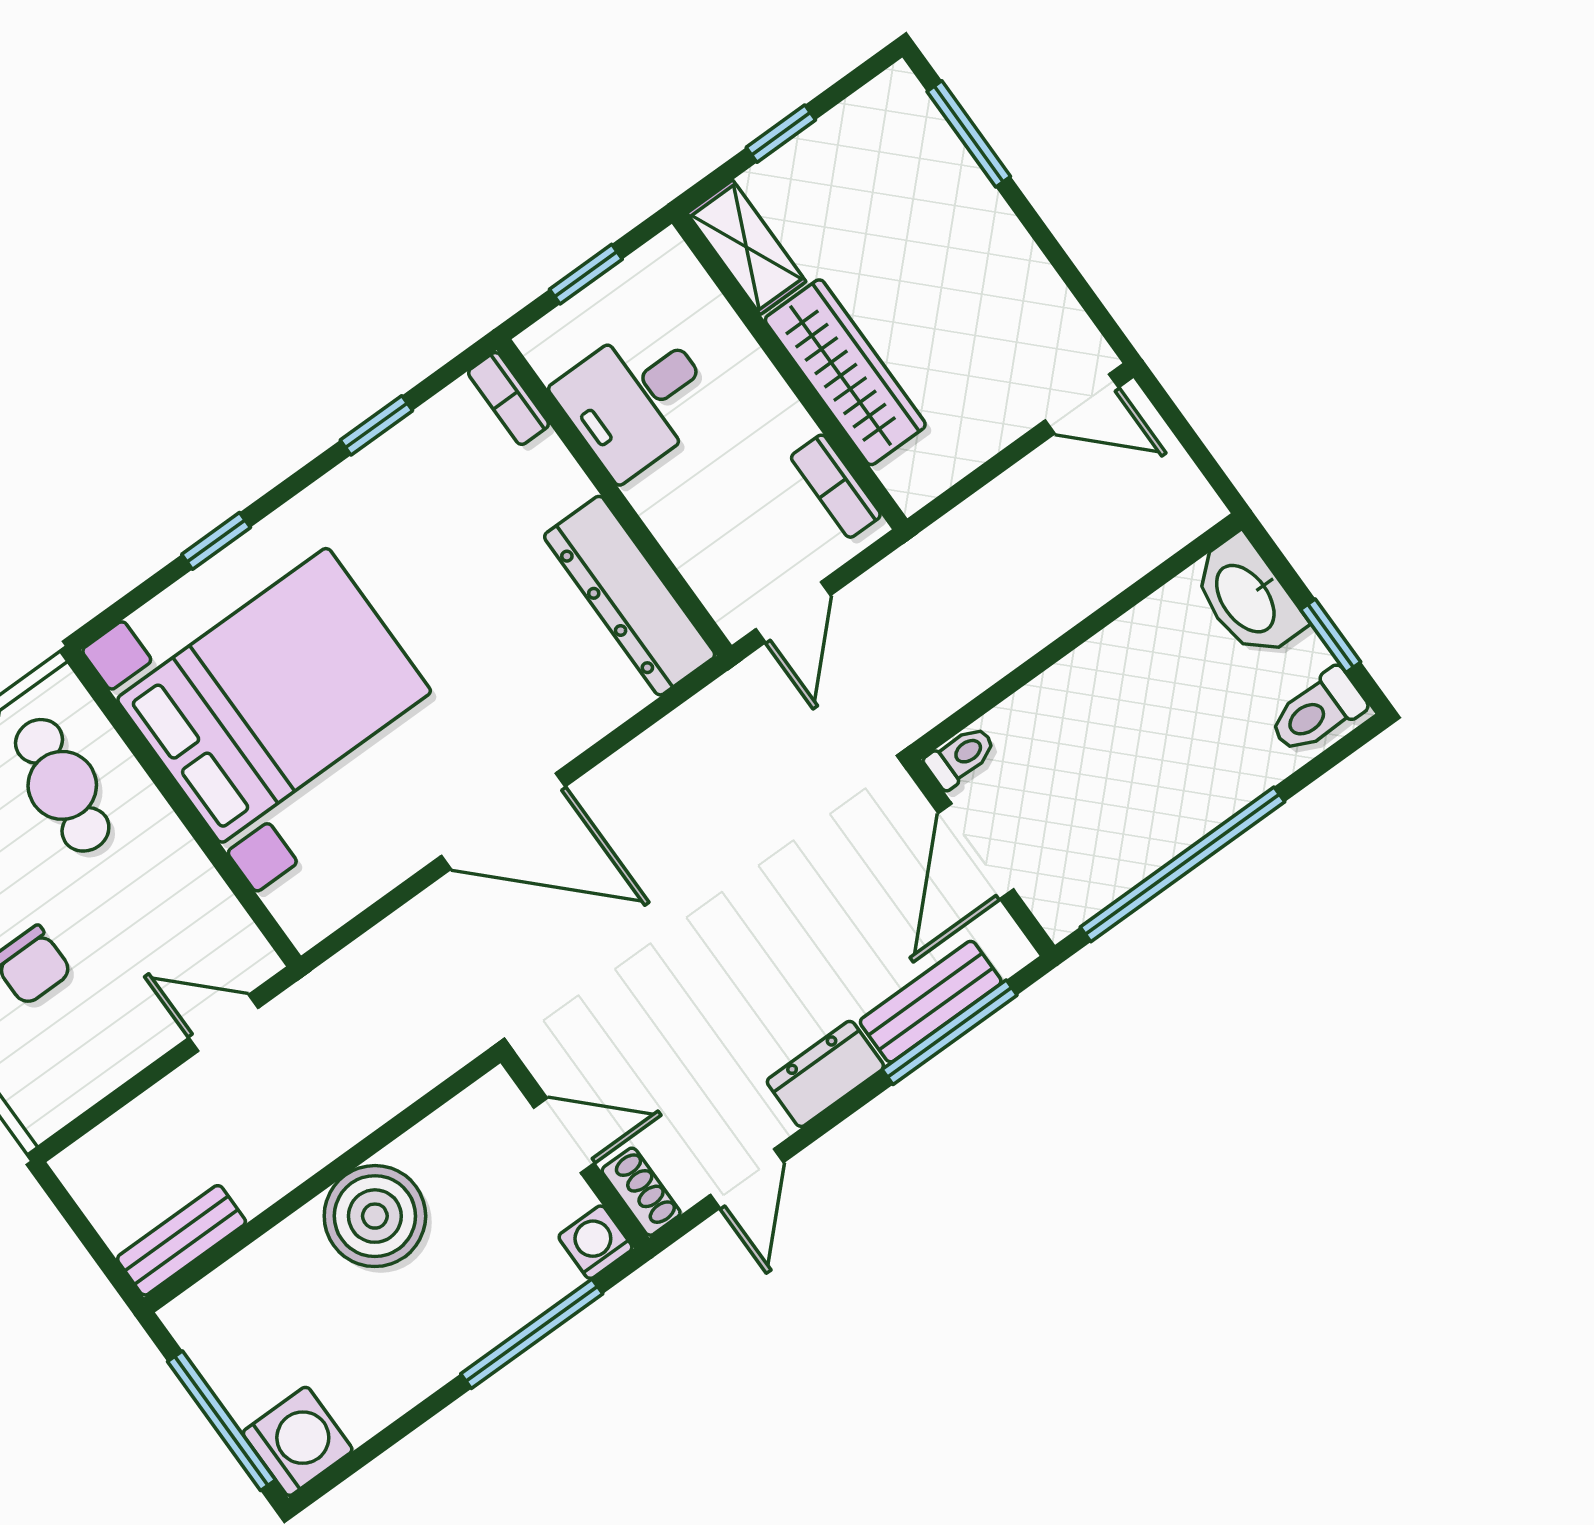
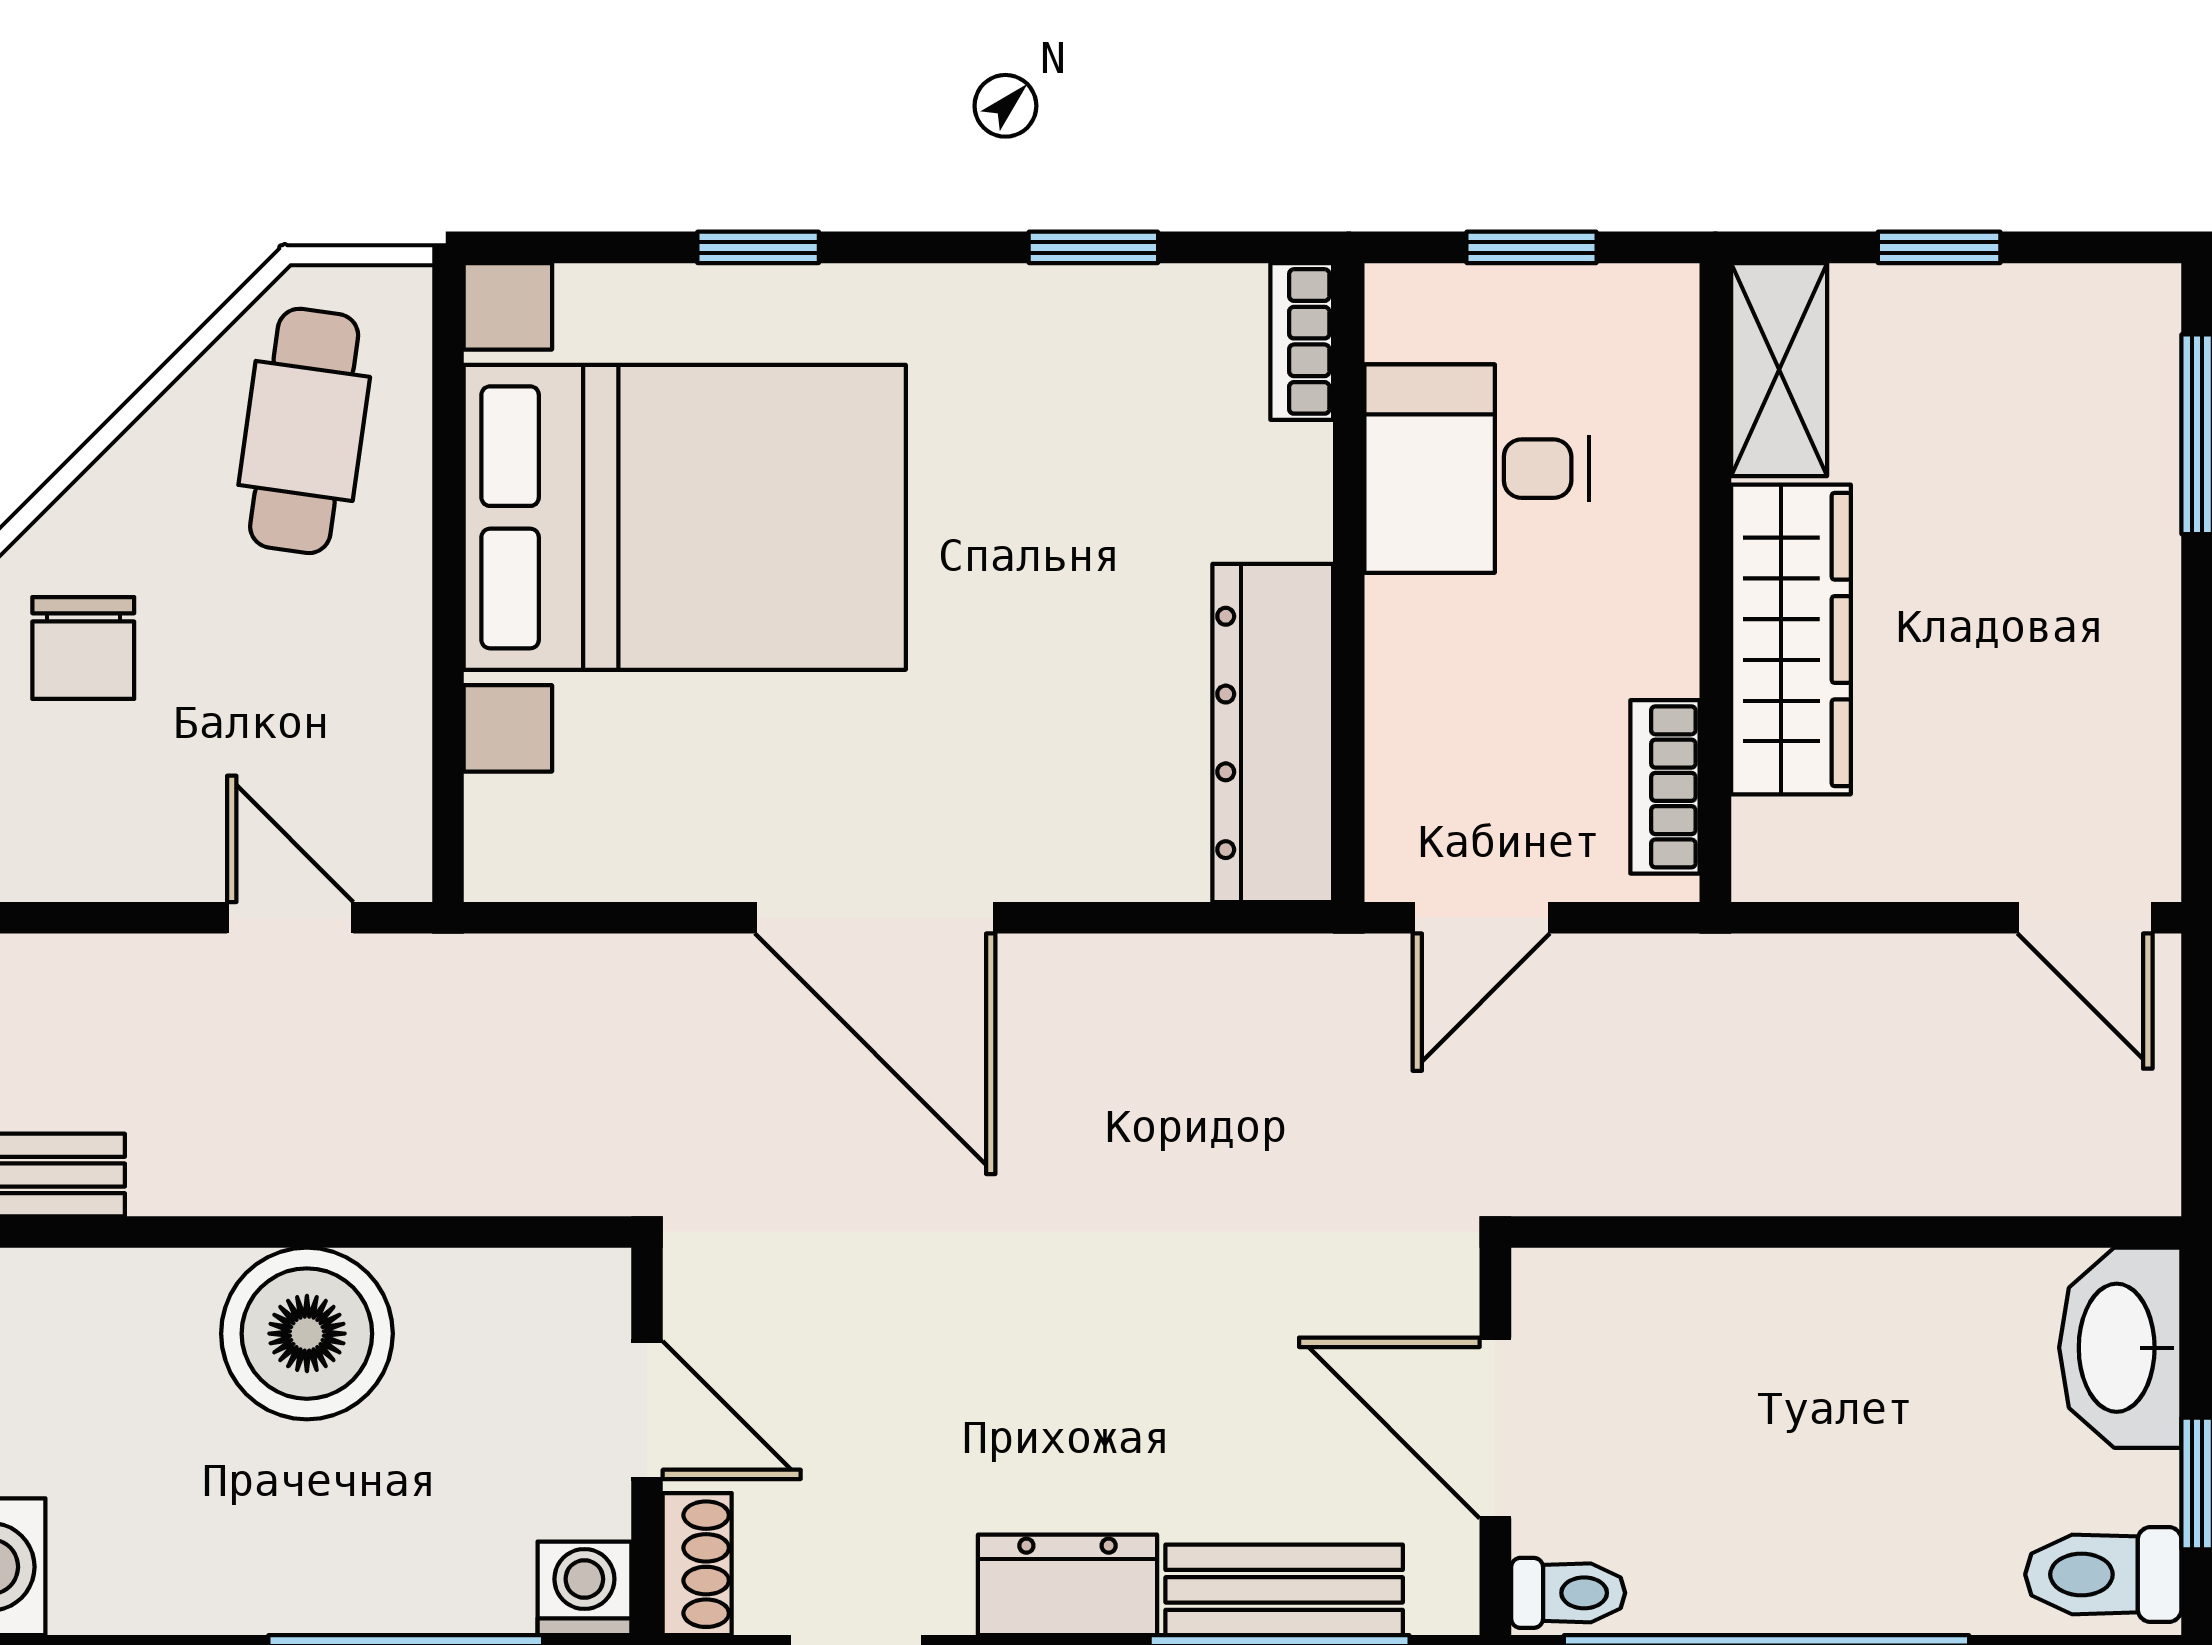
toilet: (961, 757) -> (1568, 1593), moved
door: (976, 851) -> (1495, 1428), hinge flipped

